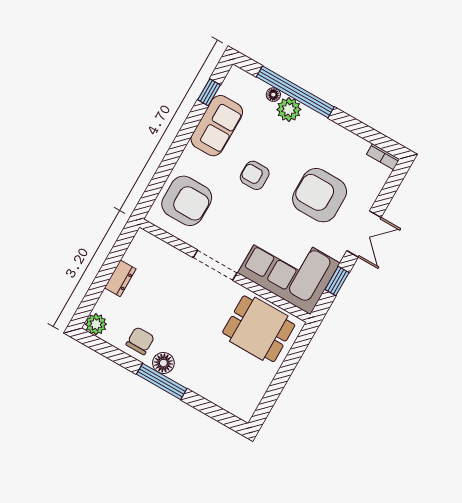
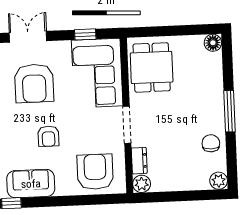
double door: (364, 234) -> (28, 37), moved
plant: (143, 241) -> (142, 184), added
dresser: (120, 278) -> (139, 161), moved, turned 90
chair: (140, 341) -> (211, 143), turned 90
floor lamp: (163, 363) -> (213, 43), moved

